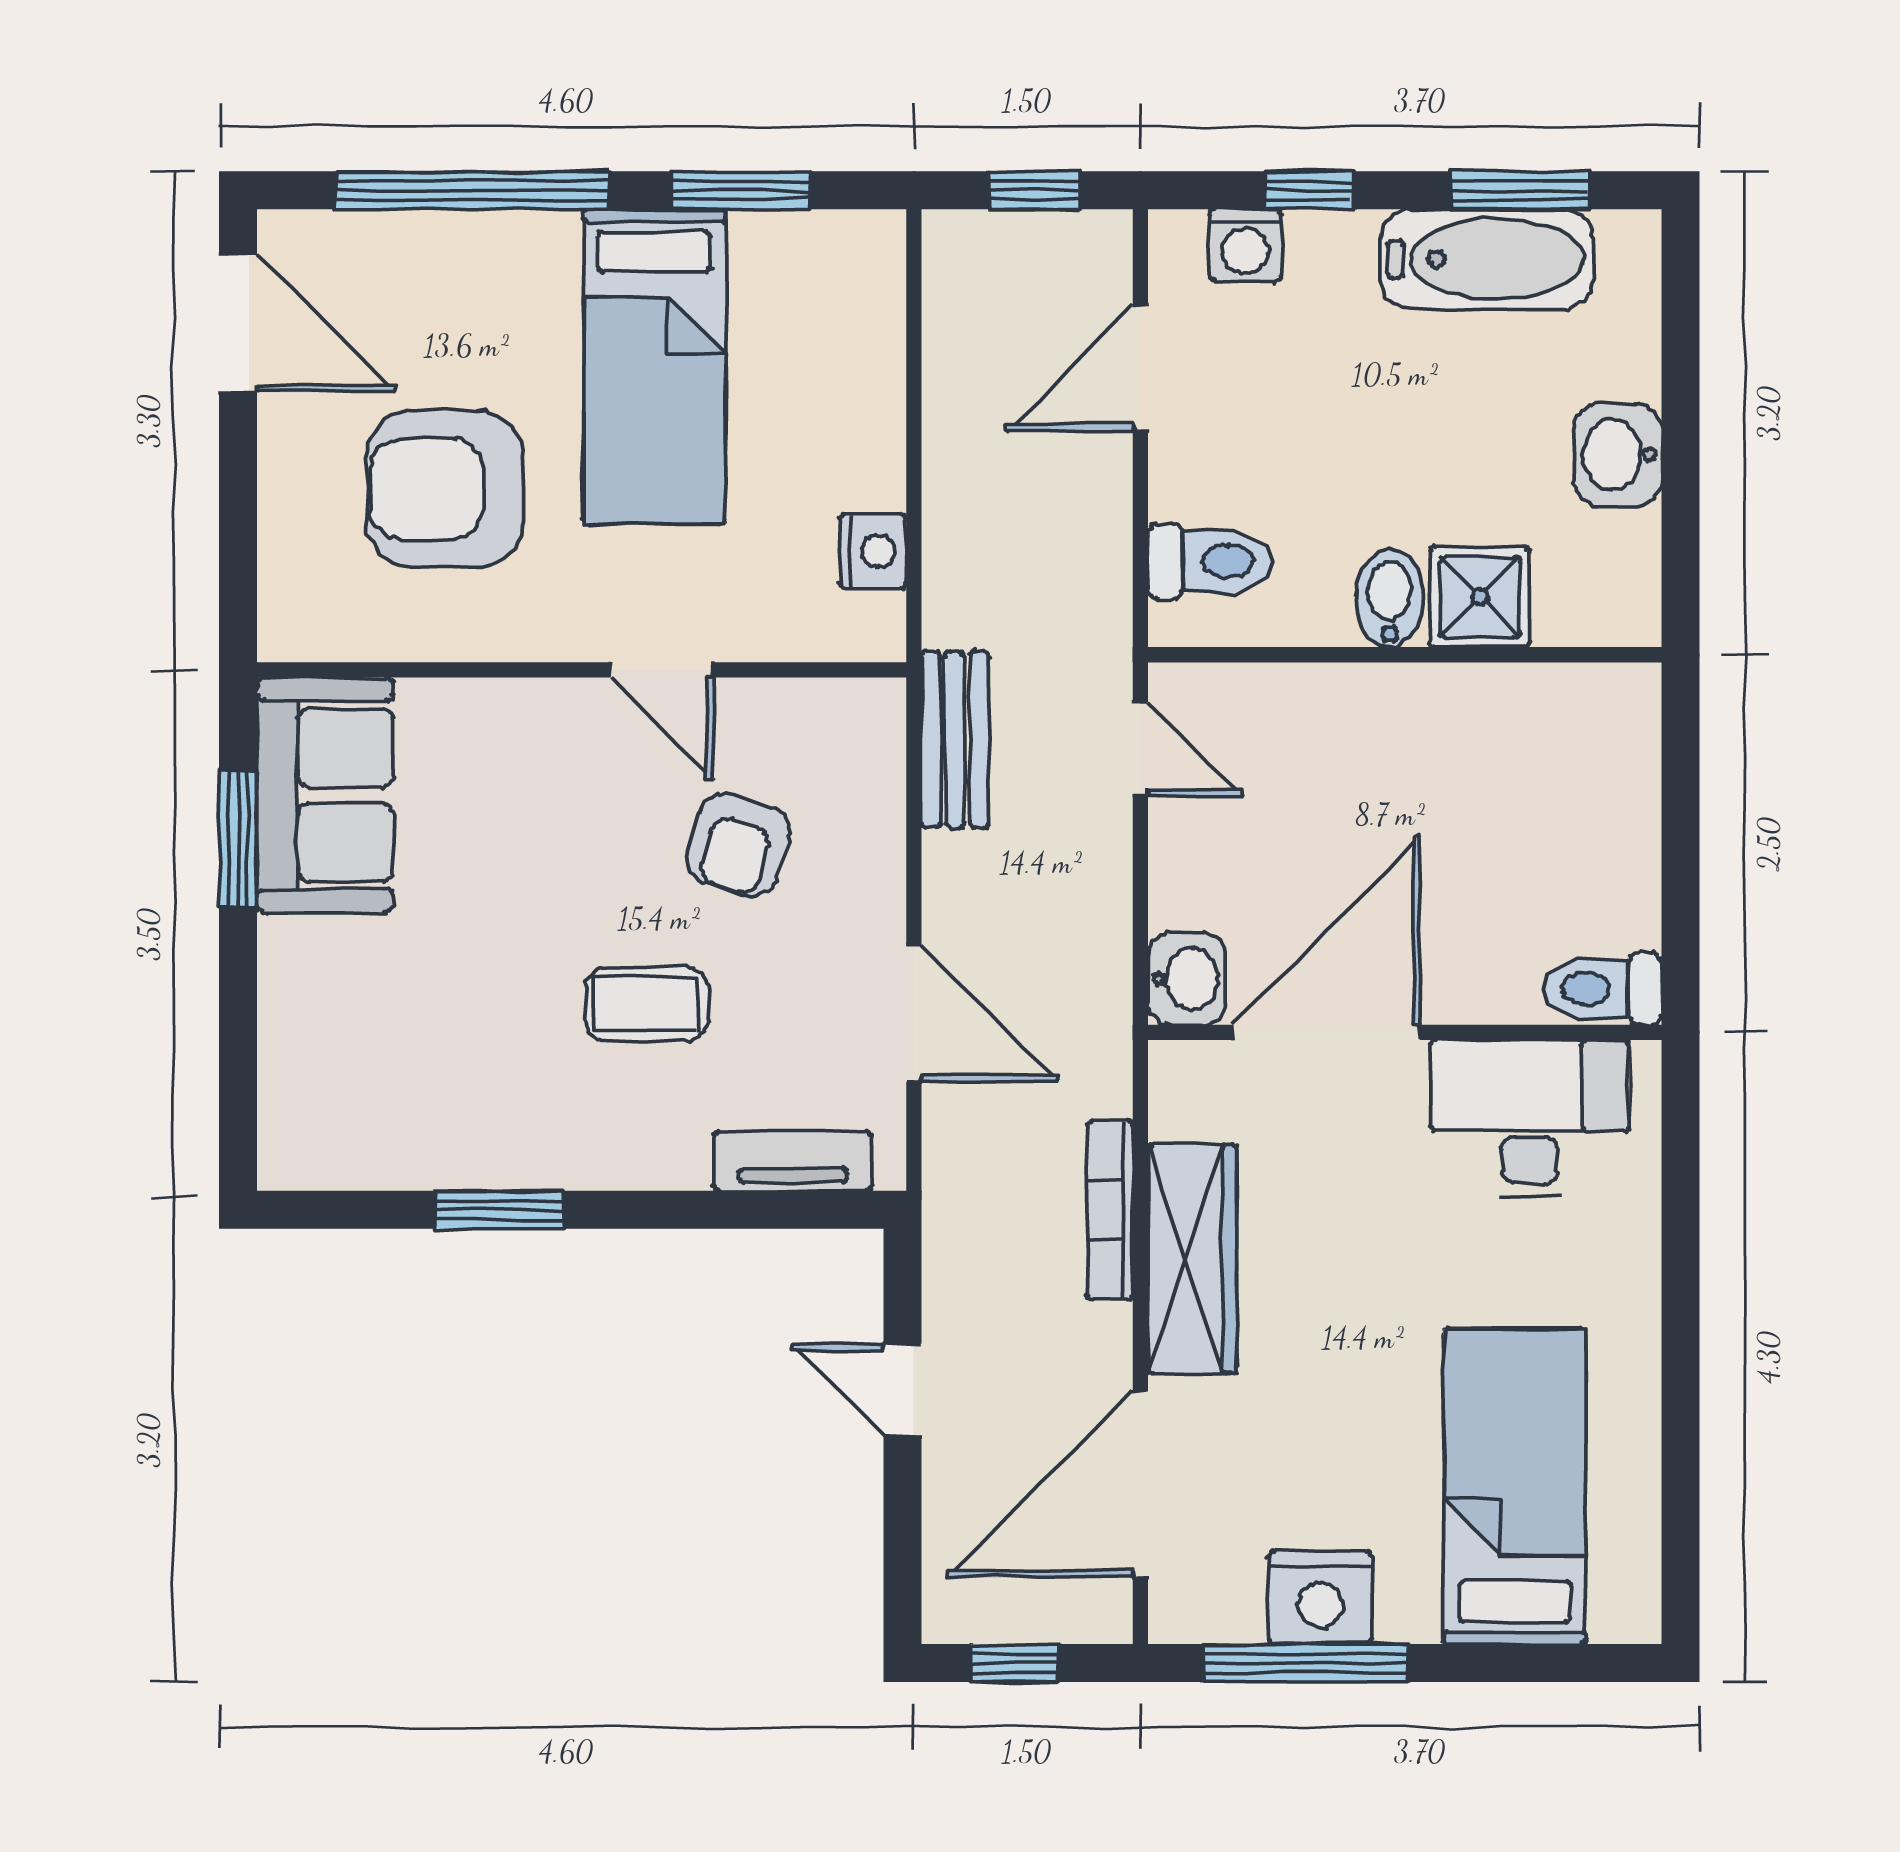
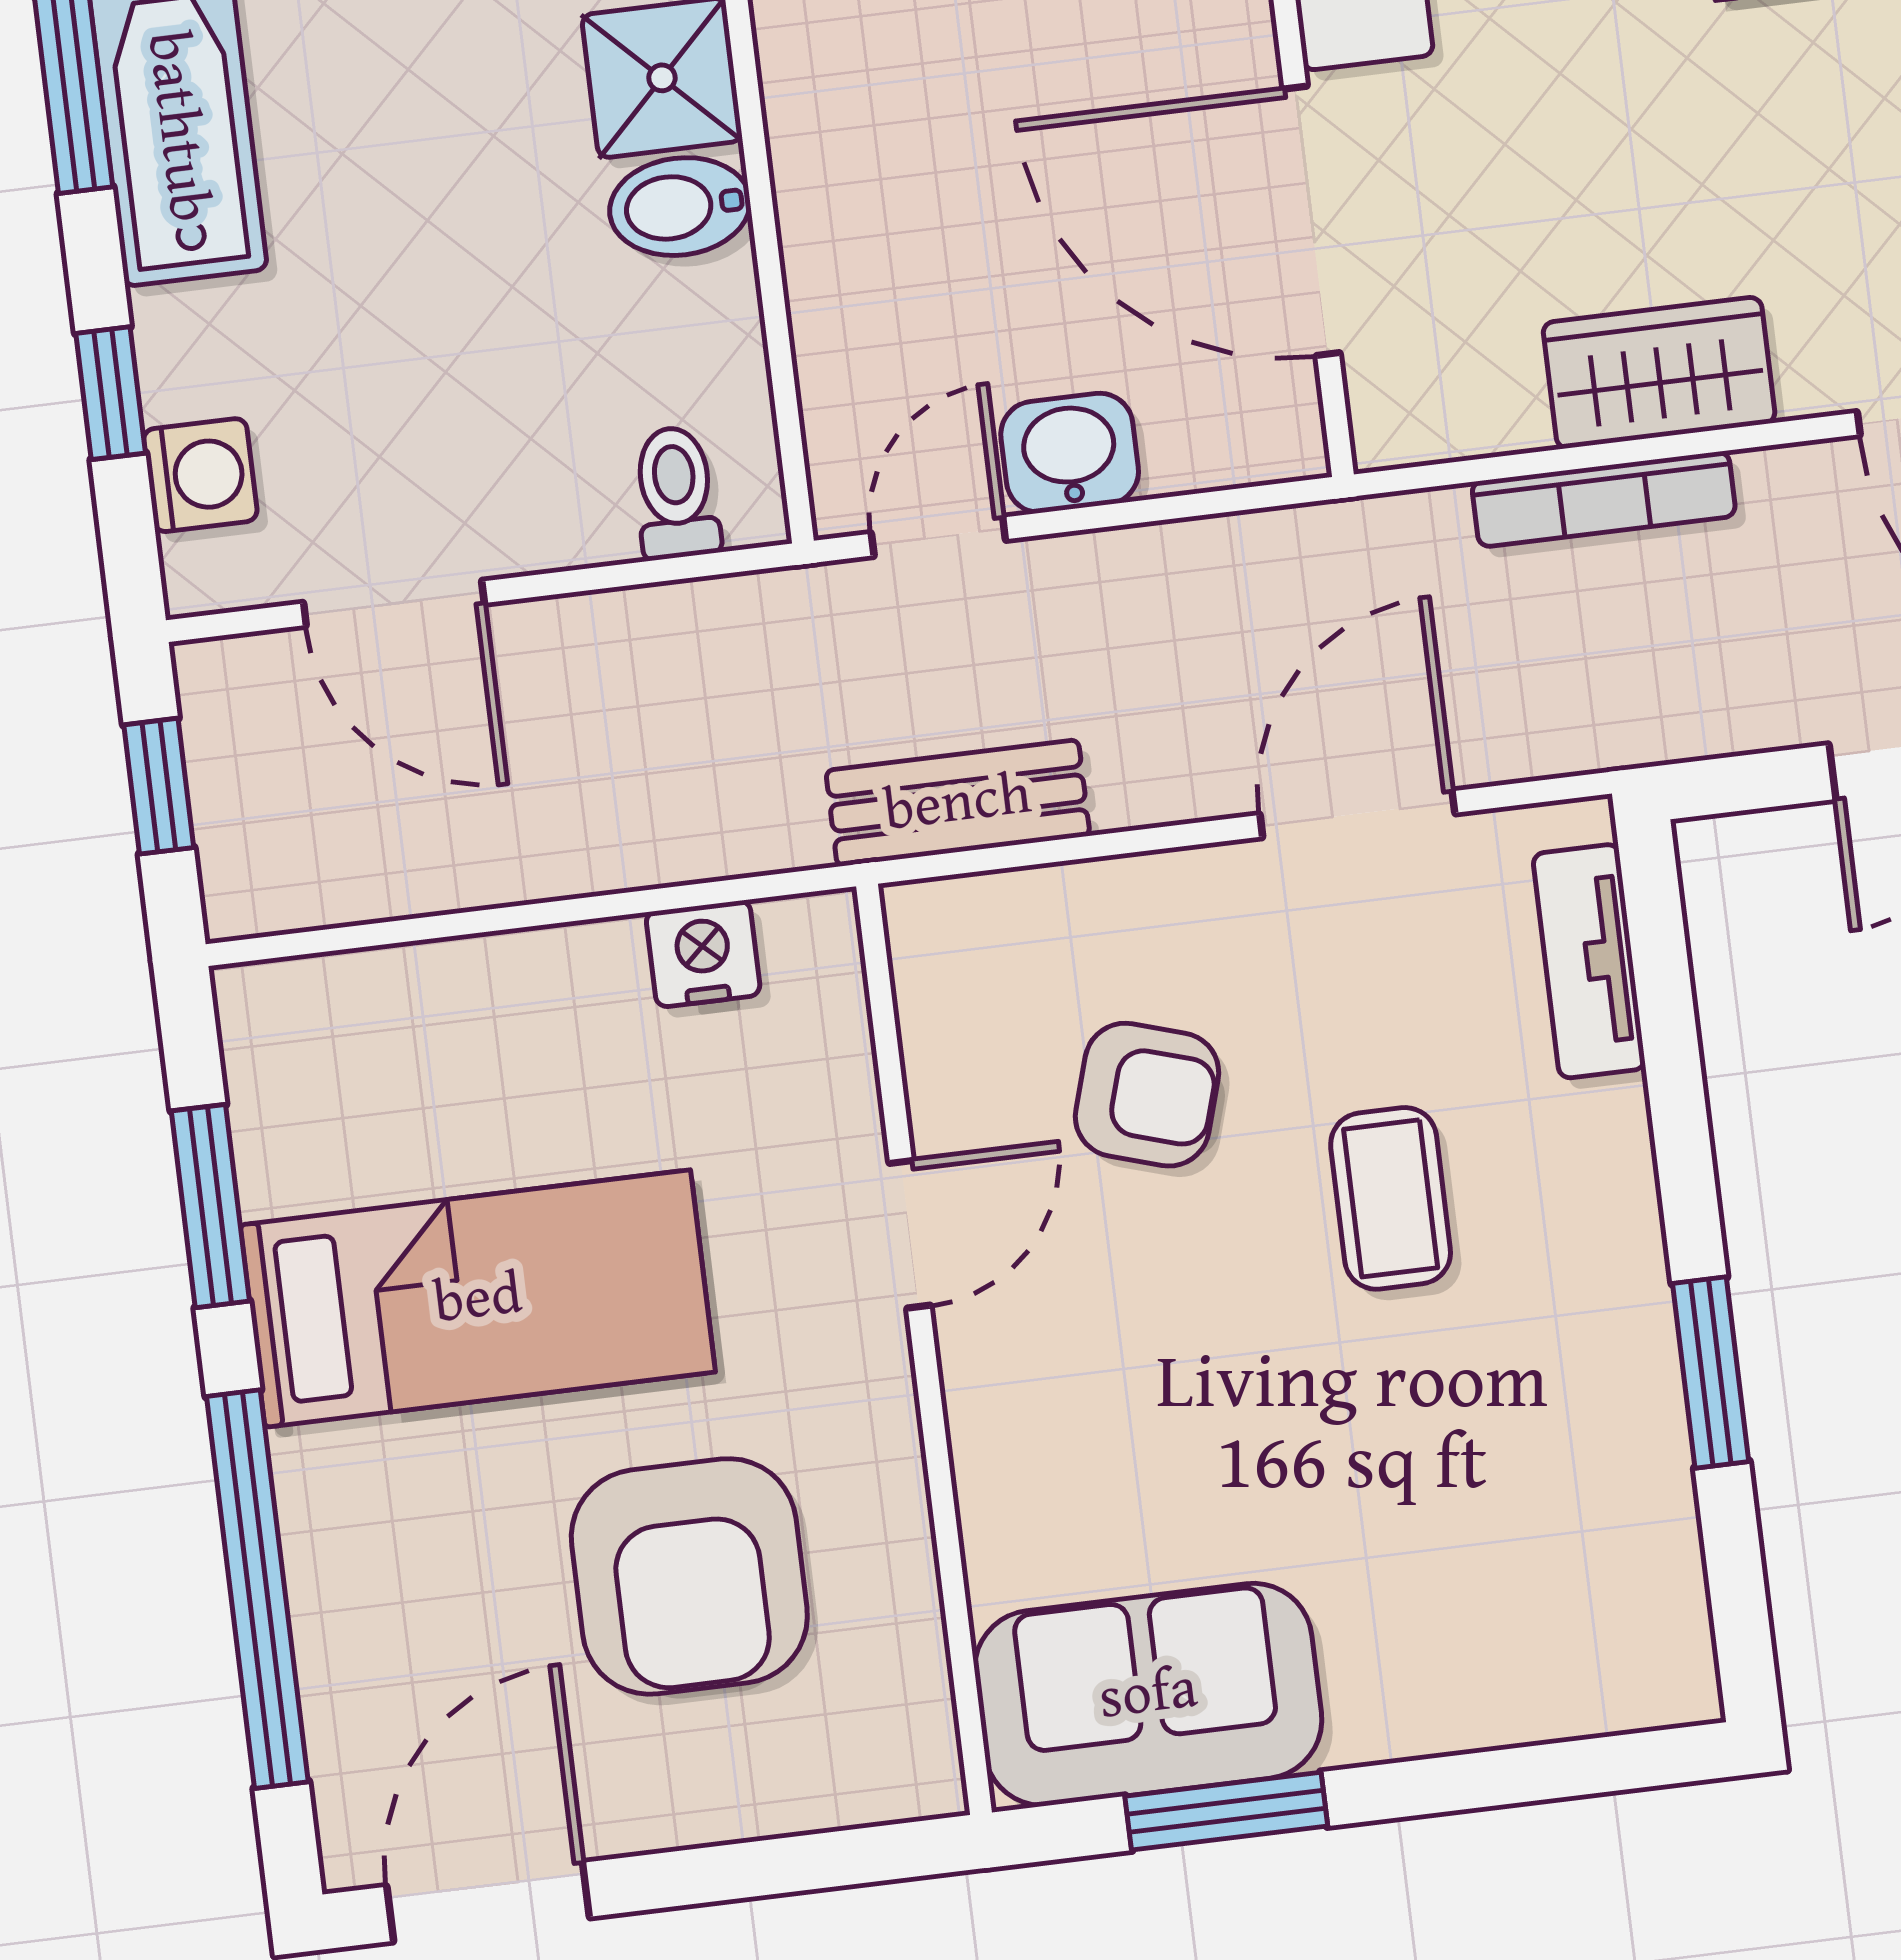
toilet: (1210, 561) -> (676, 493), width x0.73, depth x0.72
washbasin: (1187, 979) -> (1070, 453), moved
wardrobe: (1192, 1259) -> (1659, 373), width x0.67

